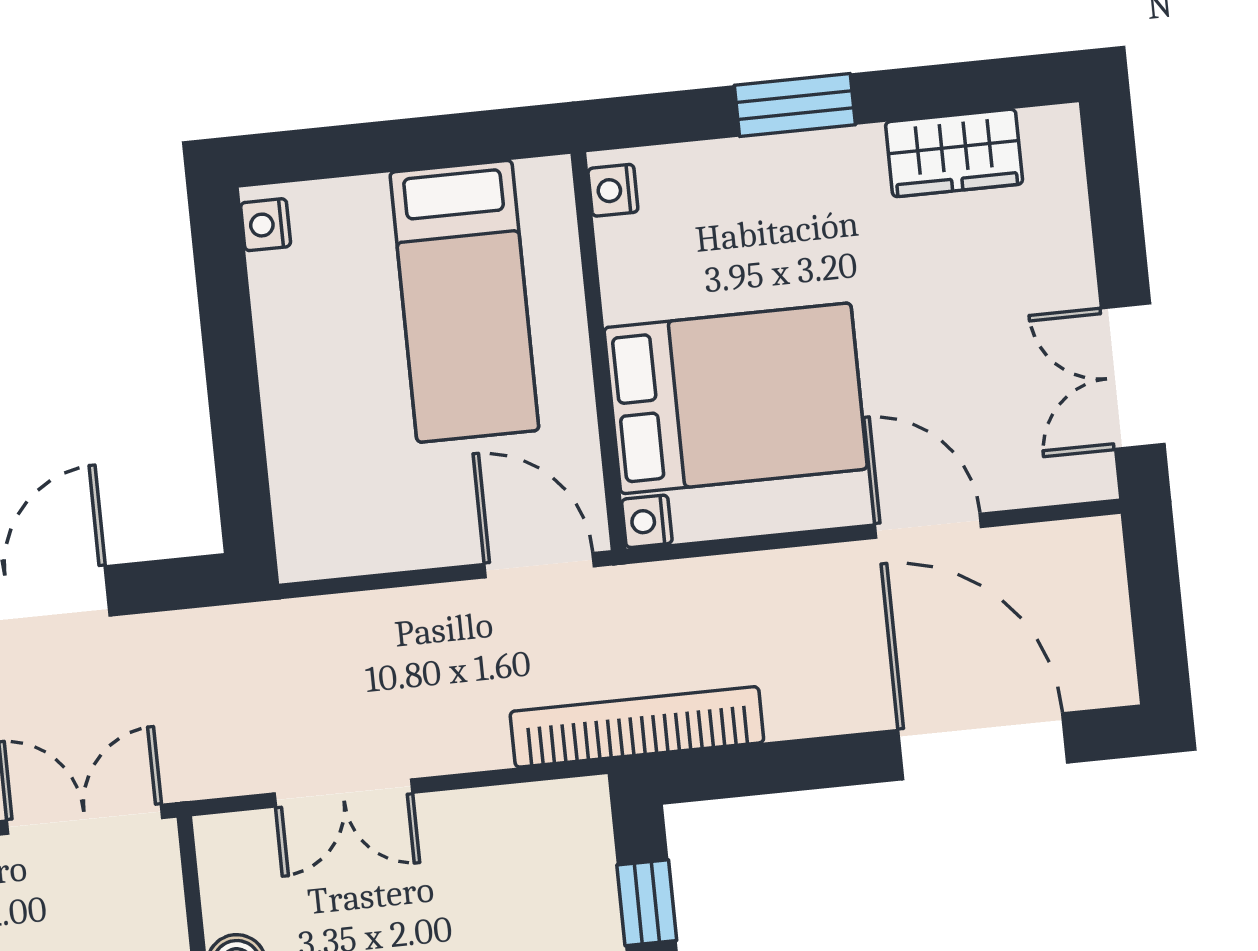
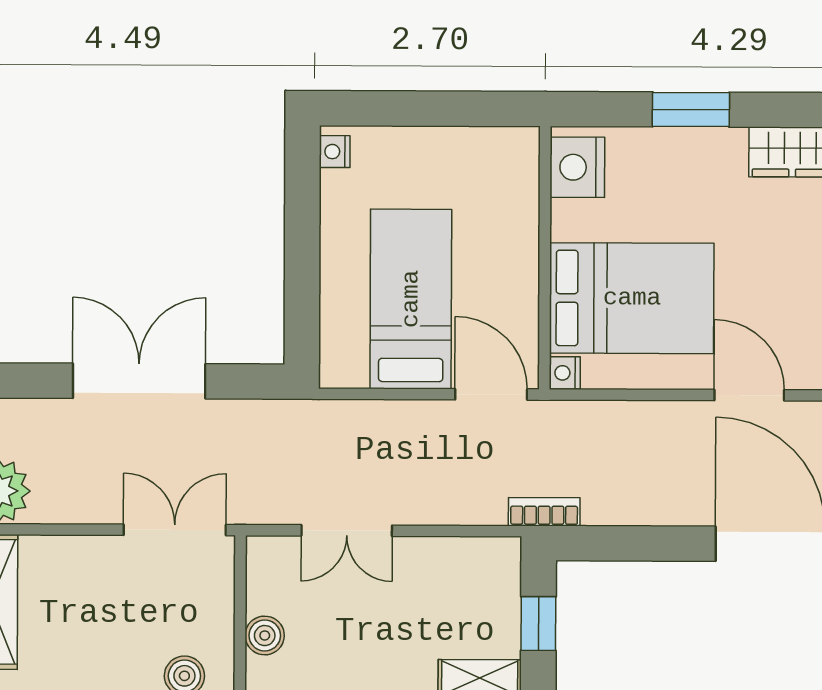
nightstand: (613, 190) -> (577, 167), width x1.89, depth x1.79
bed: (464, 301) -> (411, 299), moved, turned 180
bookcase: (637, 727) -> (544, 512), width x0.43, depth x0.76

